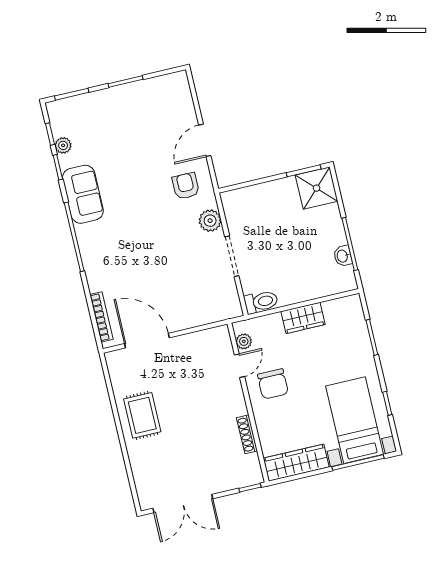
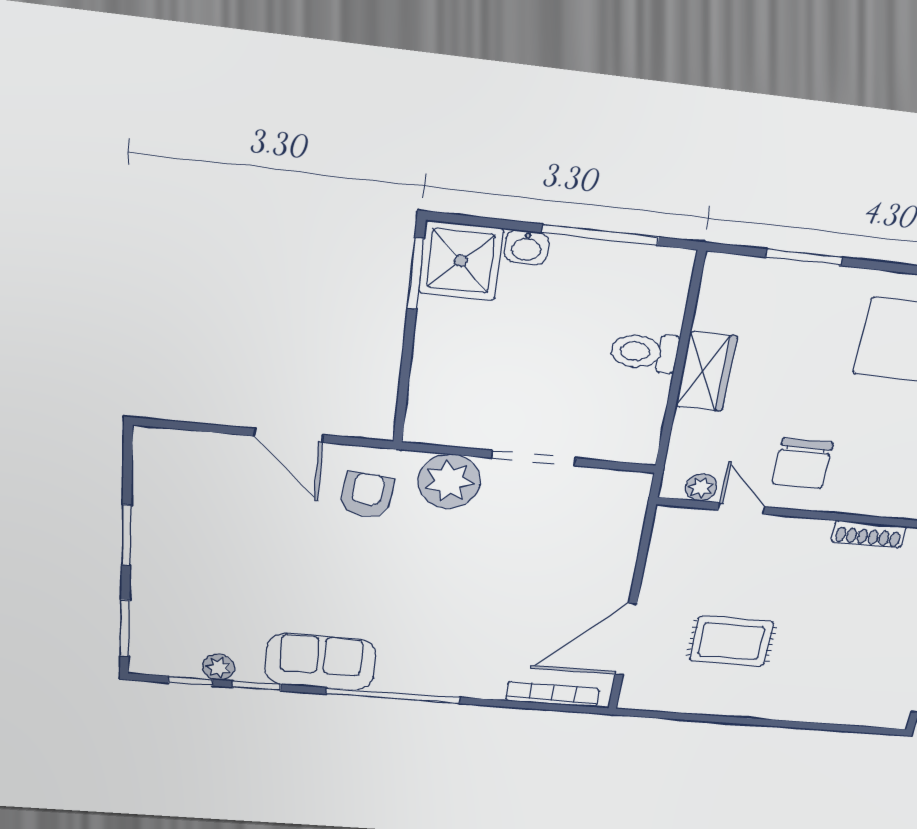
armchair: (186, 186) -> (367, 495), turned 96
plant: (210, 221) -> (449, 481), width x1.36, depth x1.36
washbasin: (343, 256) -> (526, 247), moved
toilet: (261, 302) -> (644, 352), moved, turned -90
chair: (273, 384) -> (802, 463), turned 90
rug: (142, 415) -> (731, 641), moved

